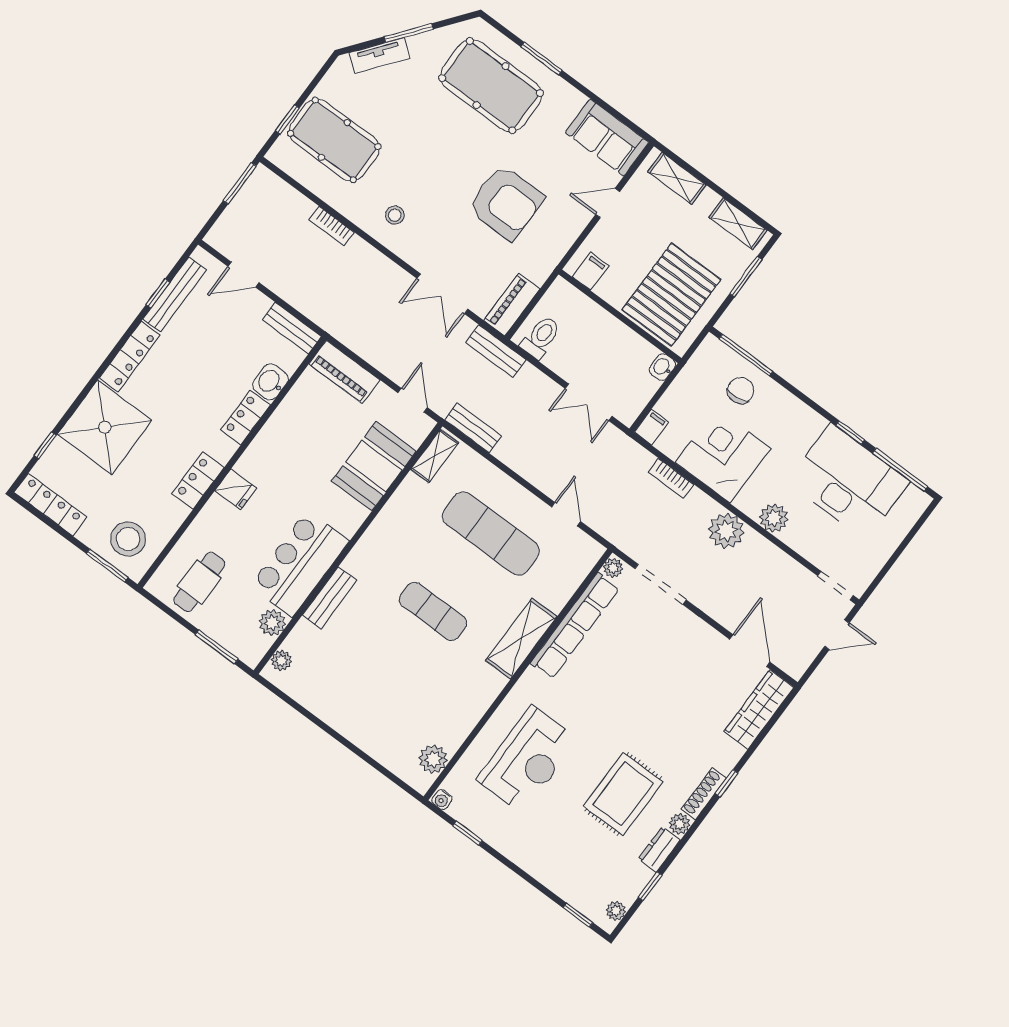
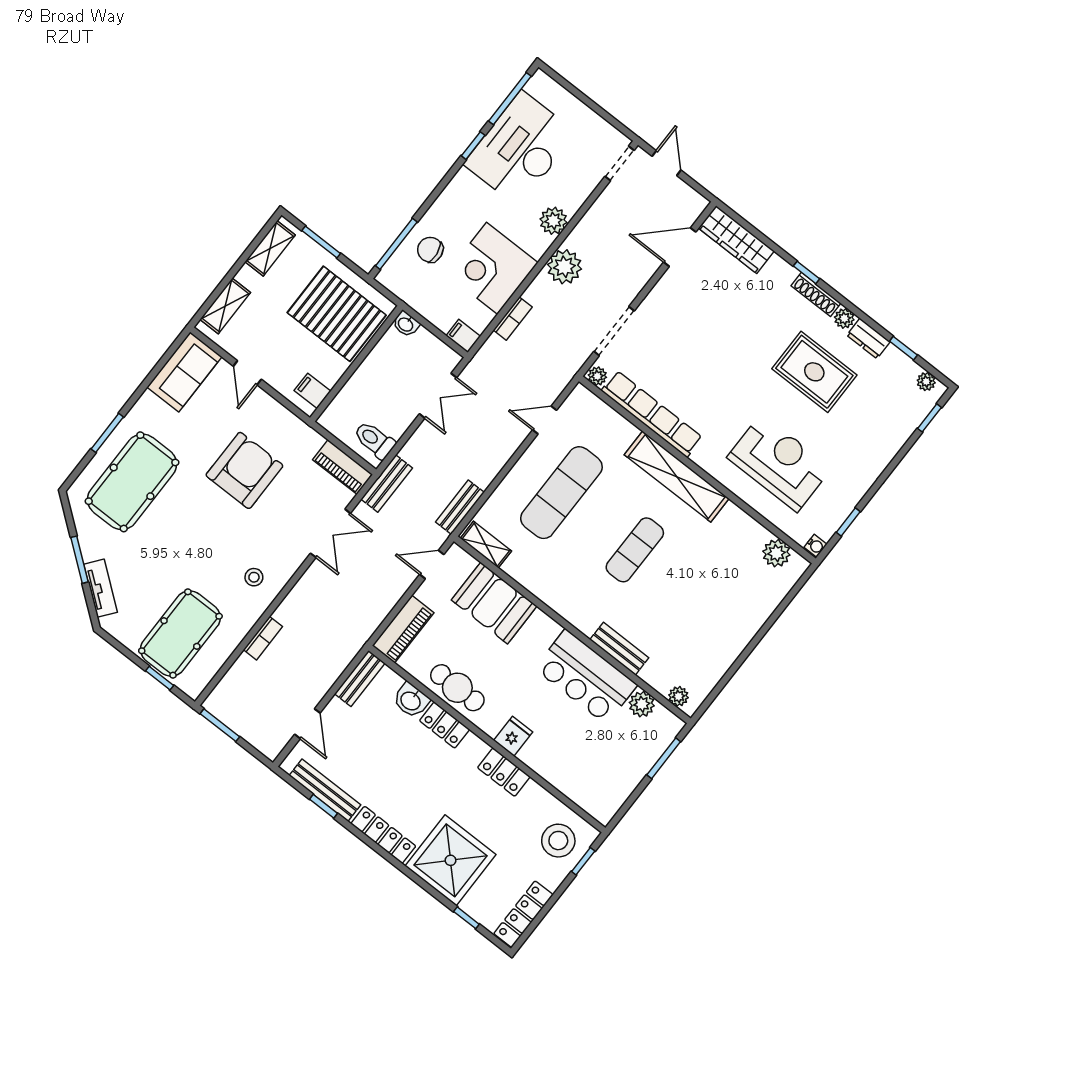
window: (107, 566) -> (583, 861), width x0.67
cafe table: (199, 582) -> (457, 688), moved
shelving: (521, 639) -> (677, 477), width x1.47

